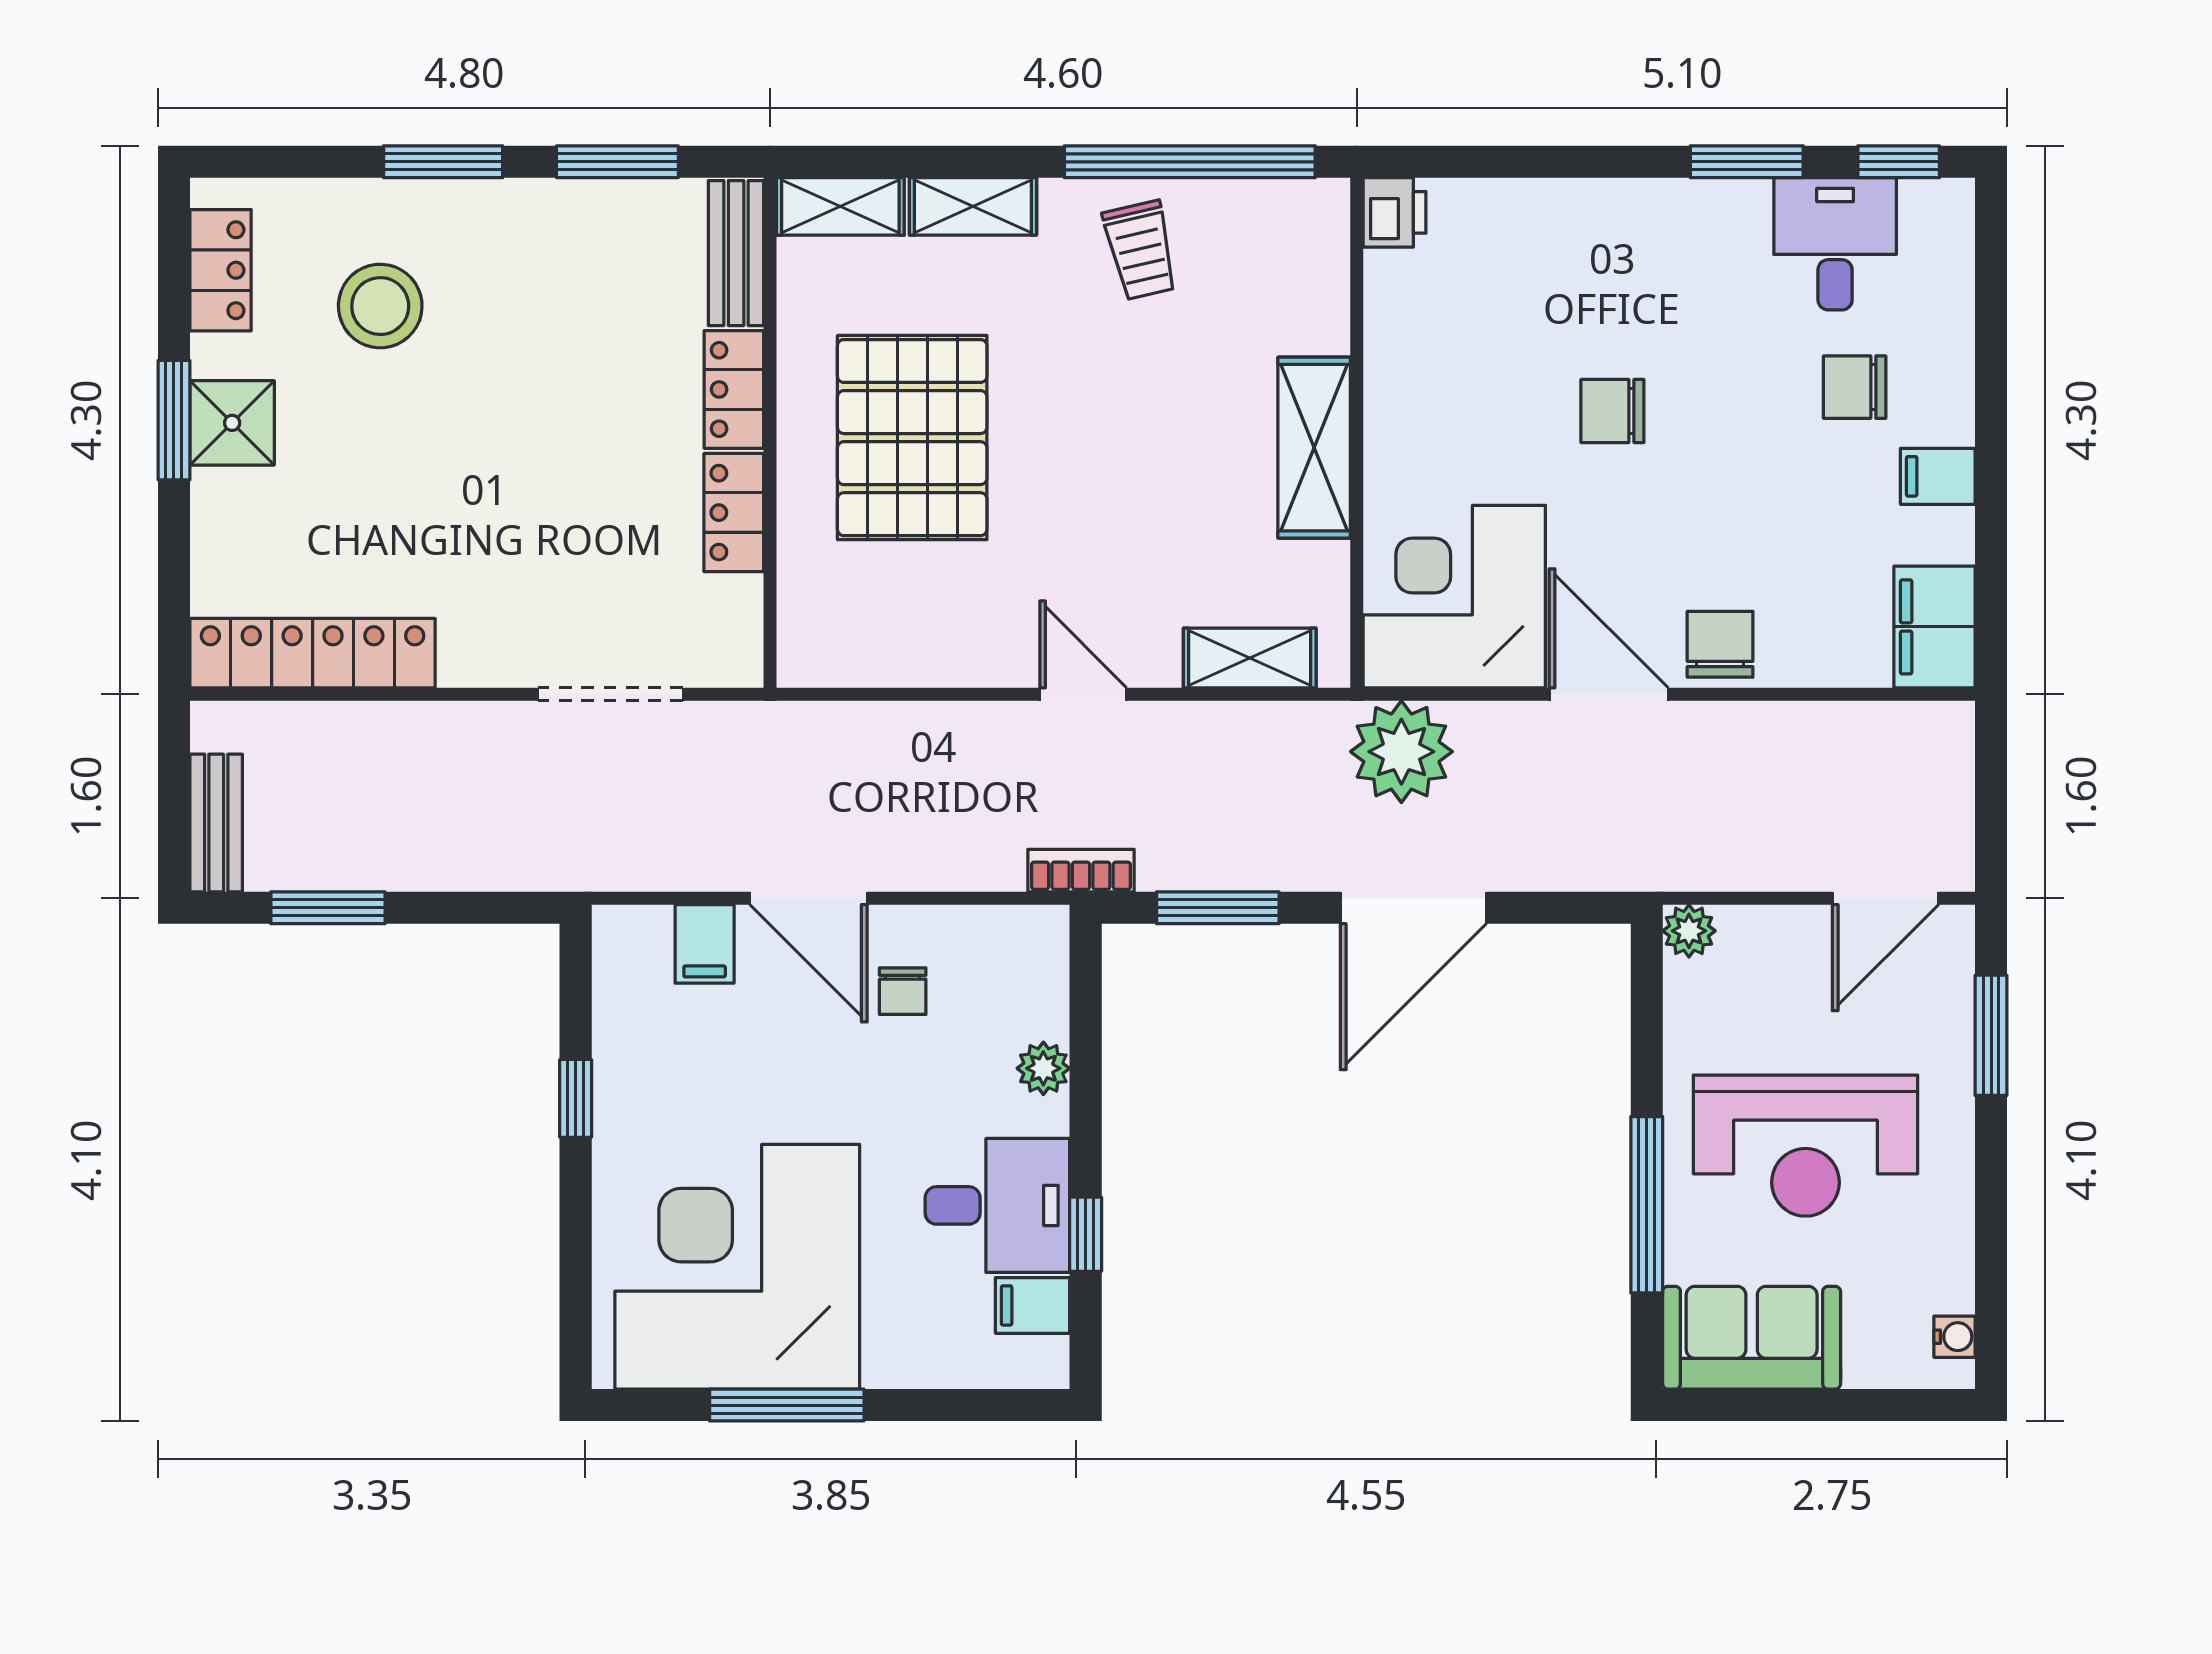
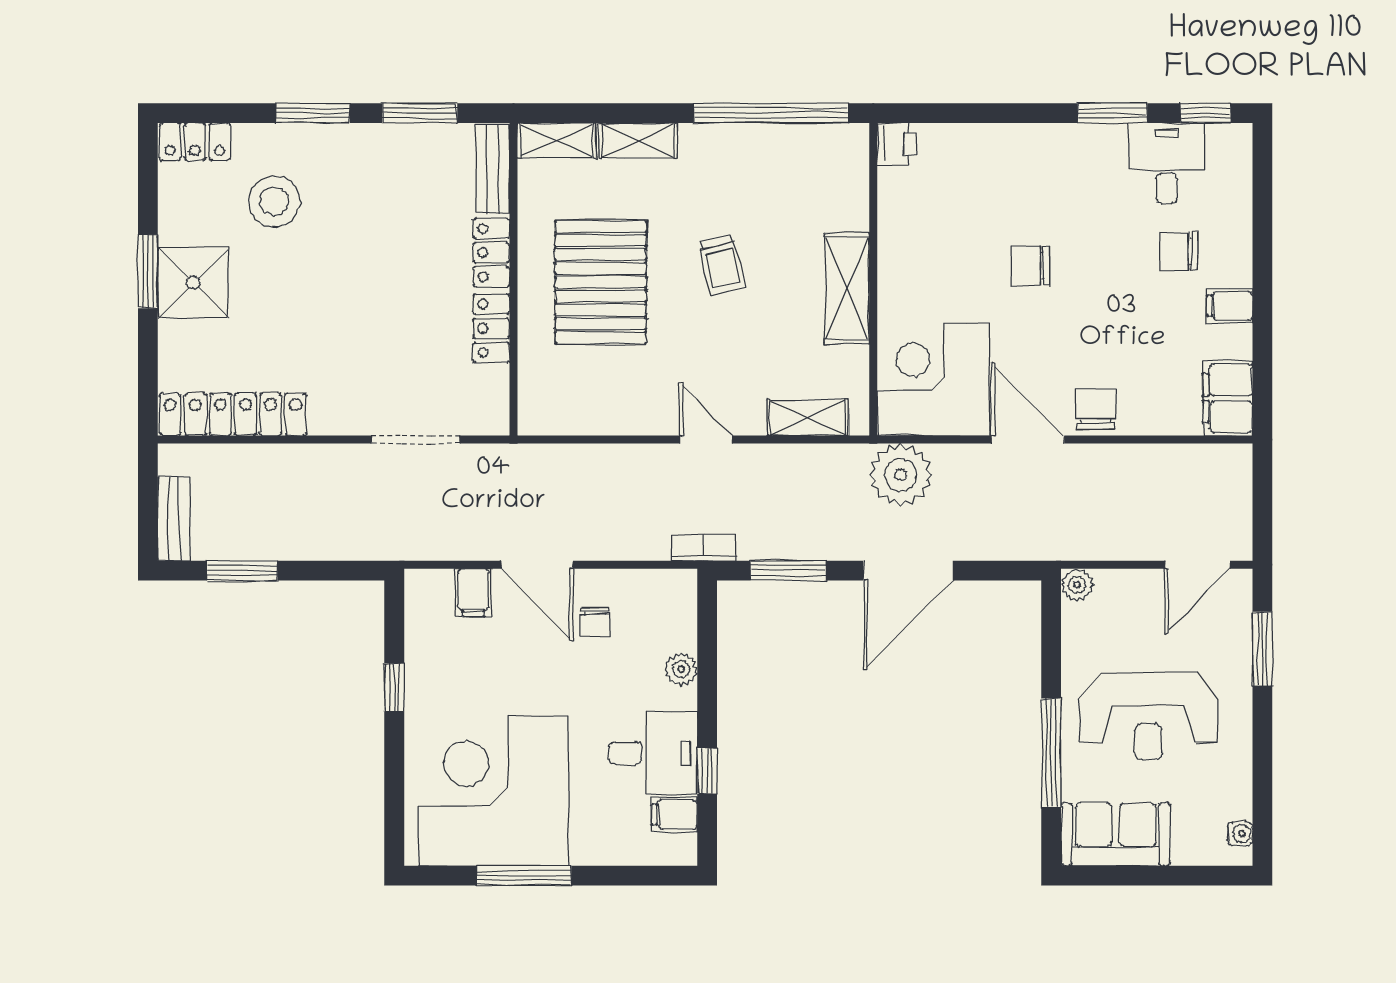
trolley: (1141, 250) -> (721, 265), moved
locker: (221, 270) -> (195, 142), moved, turned 90
shower: (232, 423) -> (193, 283), width x1.36, depth x1.36

